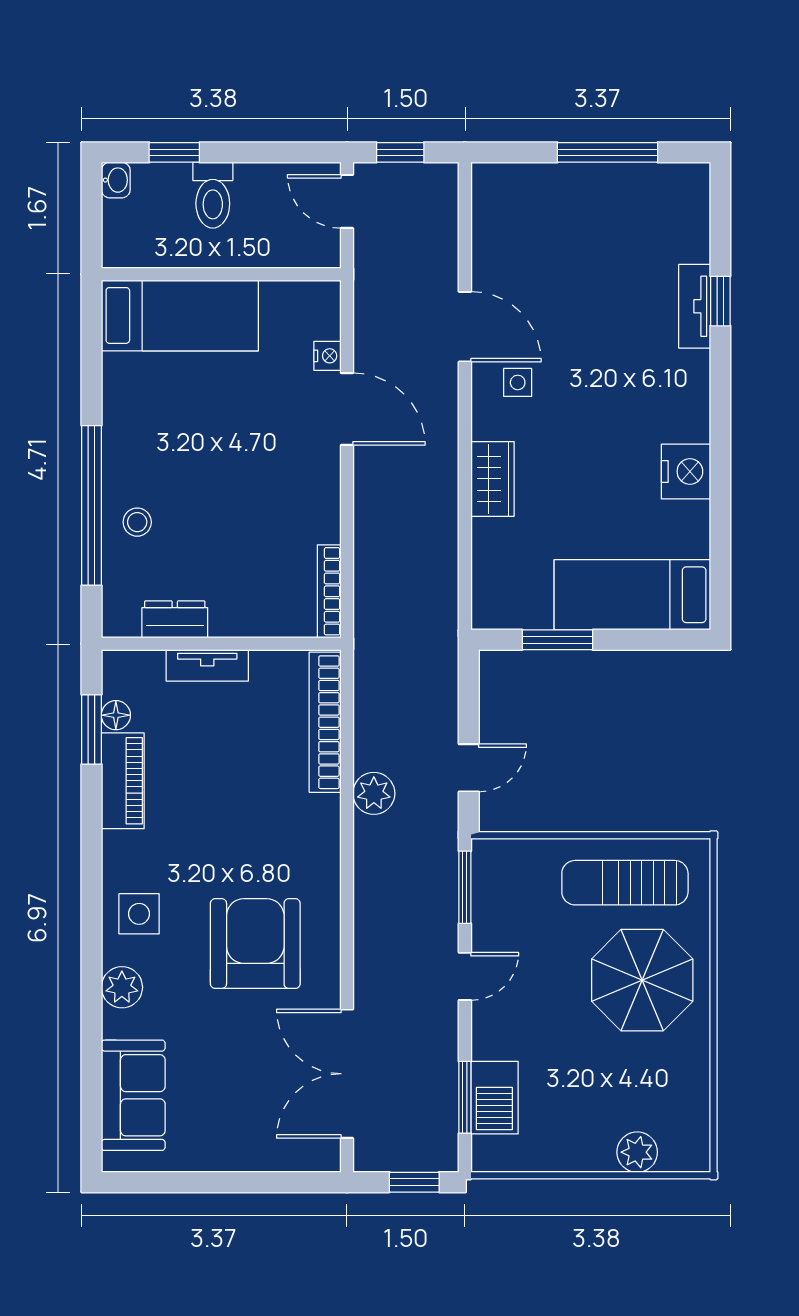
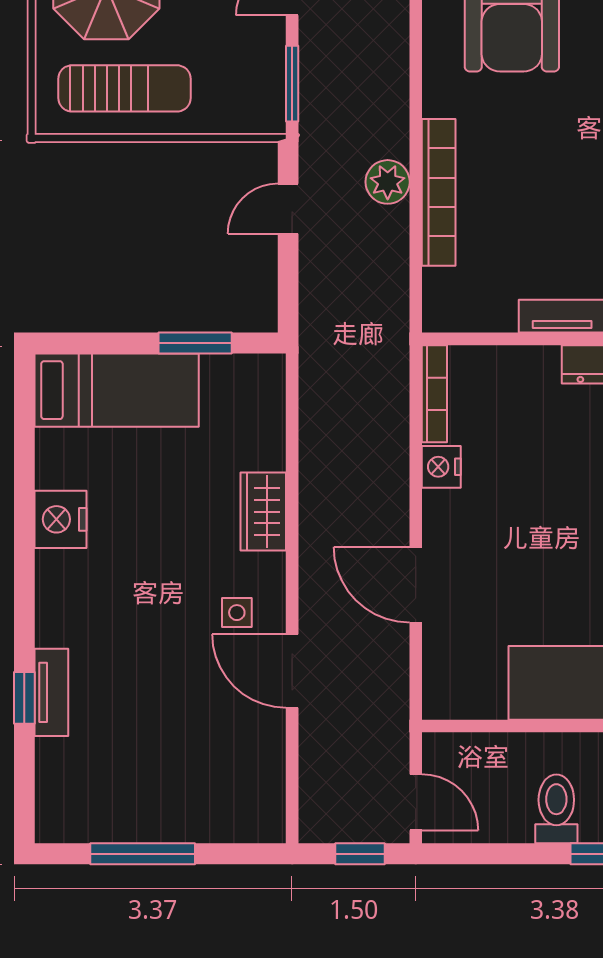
nightstand: (327, 356) -> (441, 467), moved, width x1.39, depth x1.35
bookcase: (325, 722) -> (439, 192), moved

